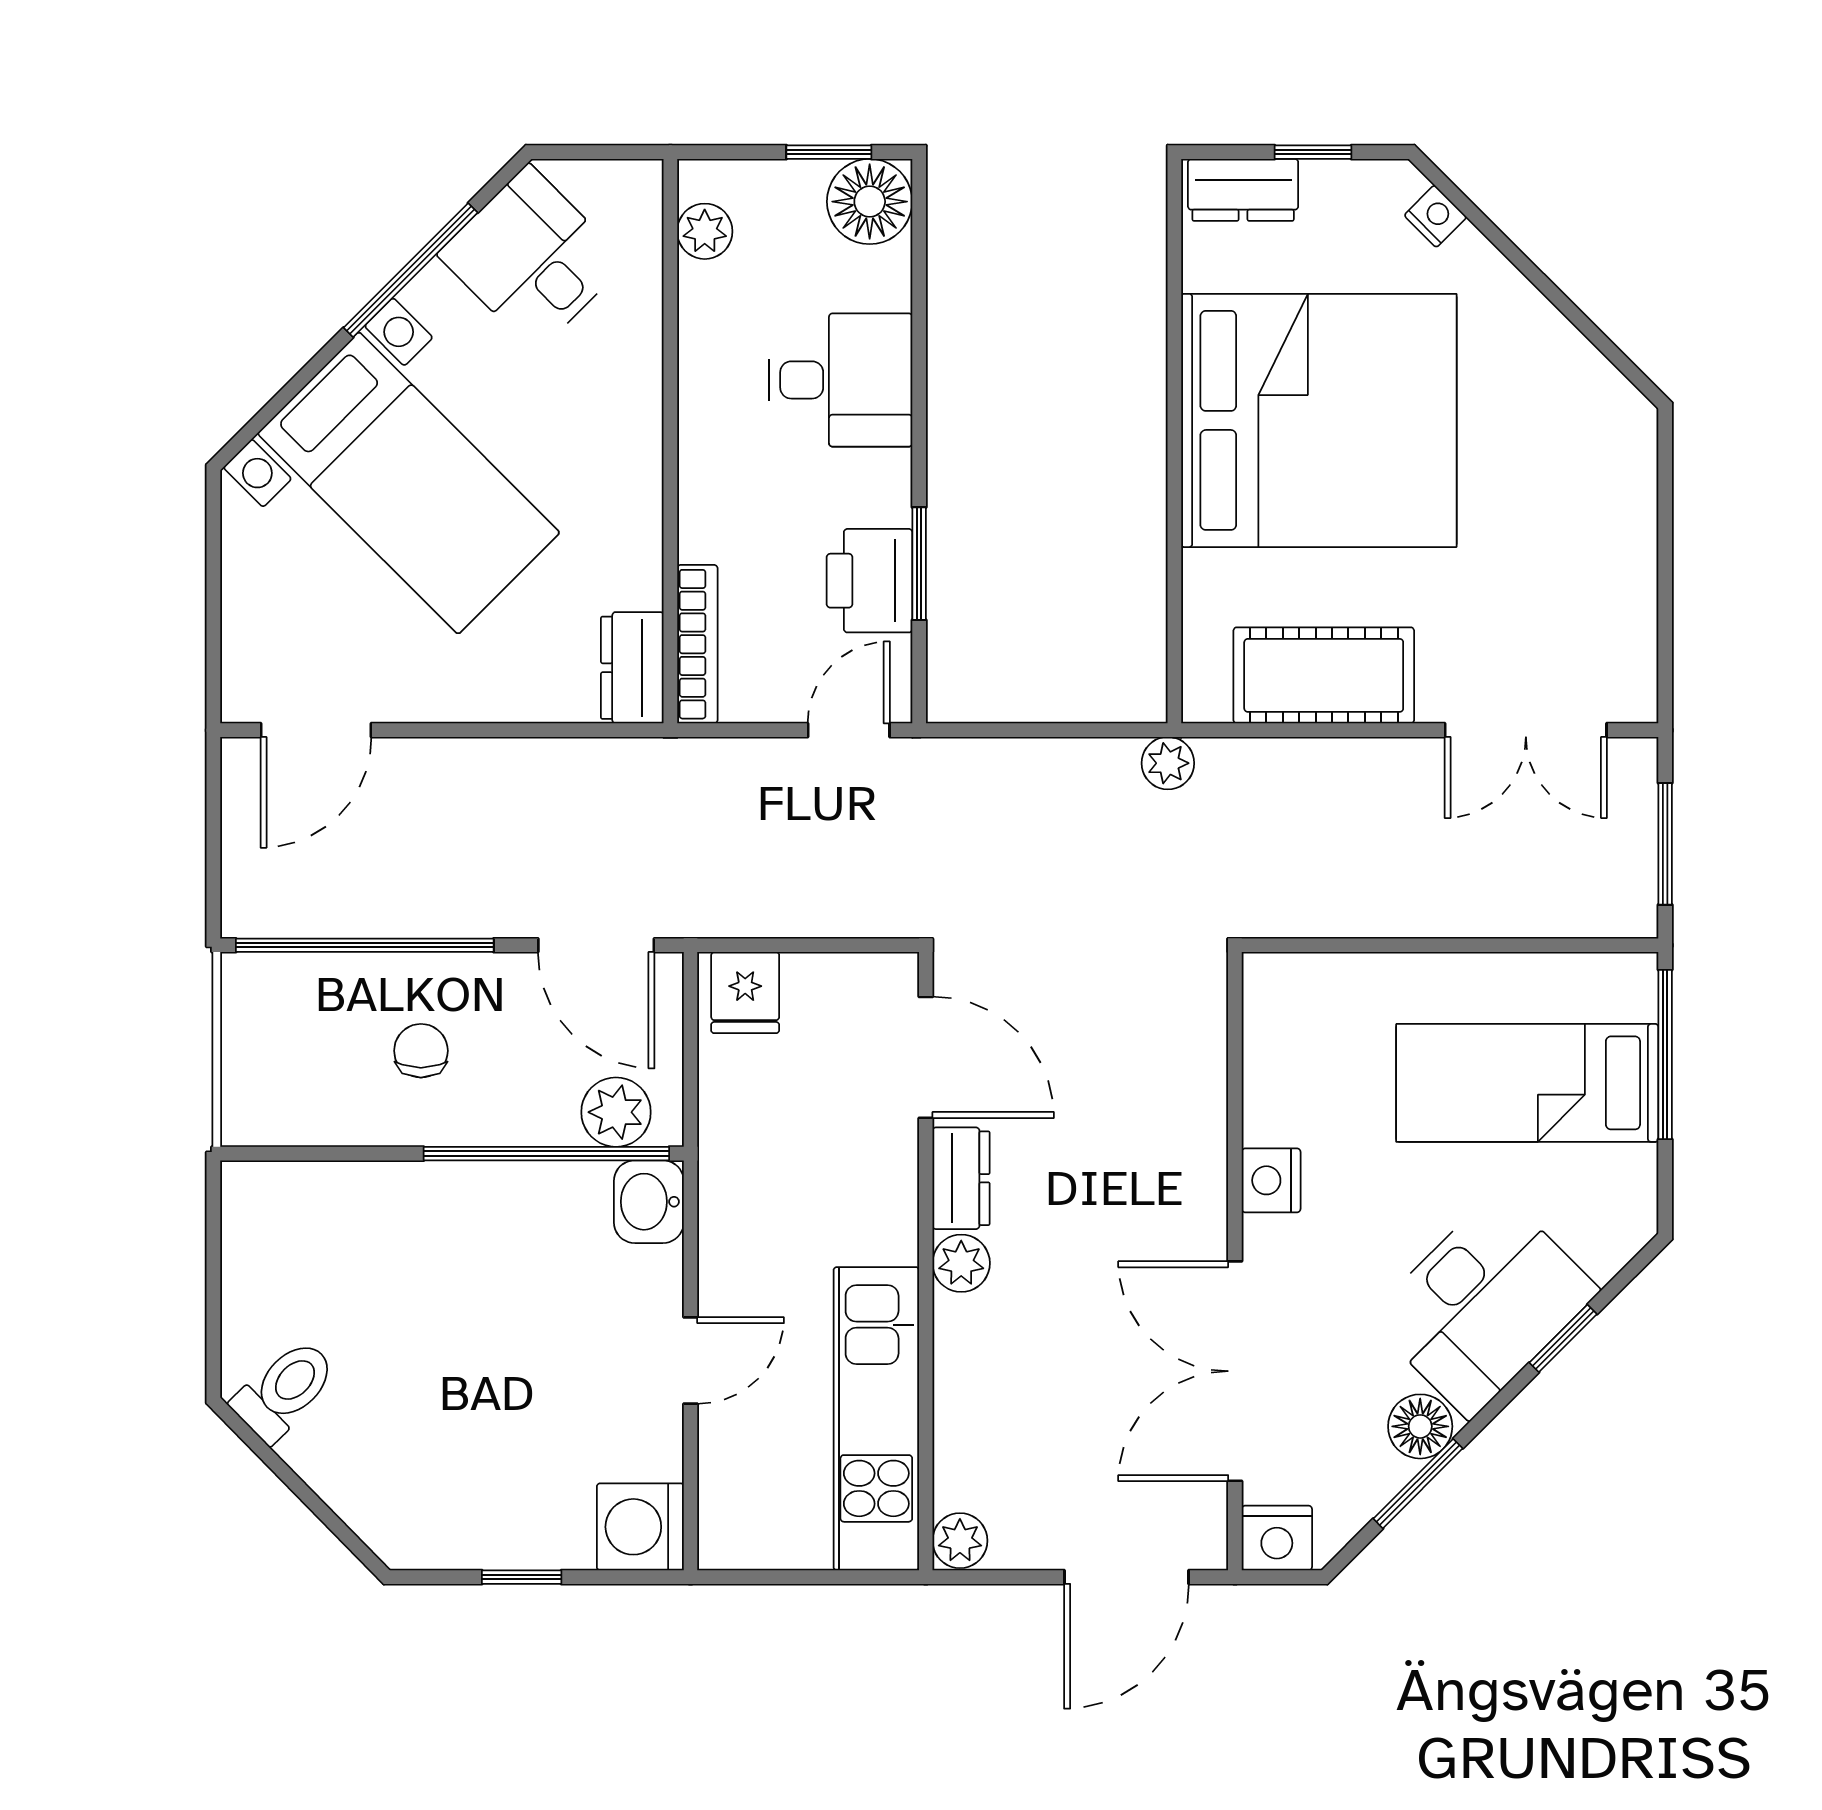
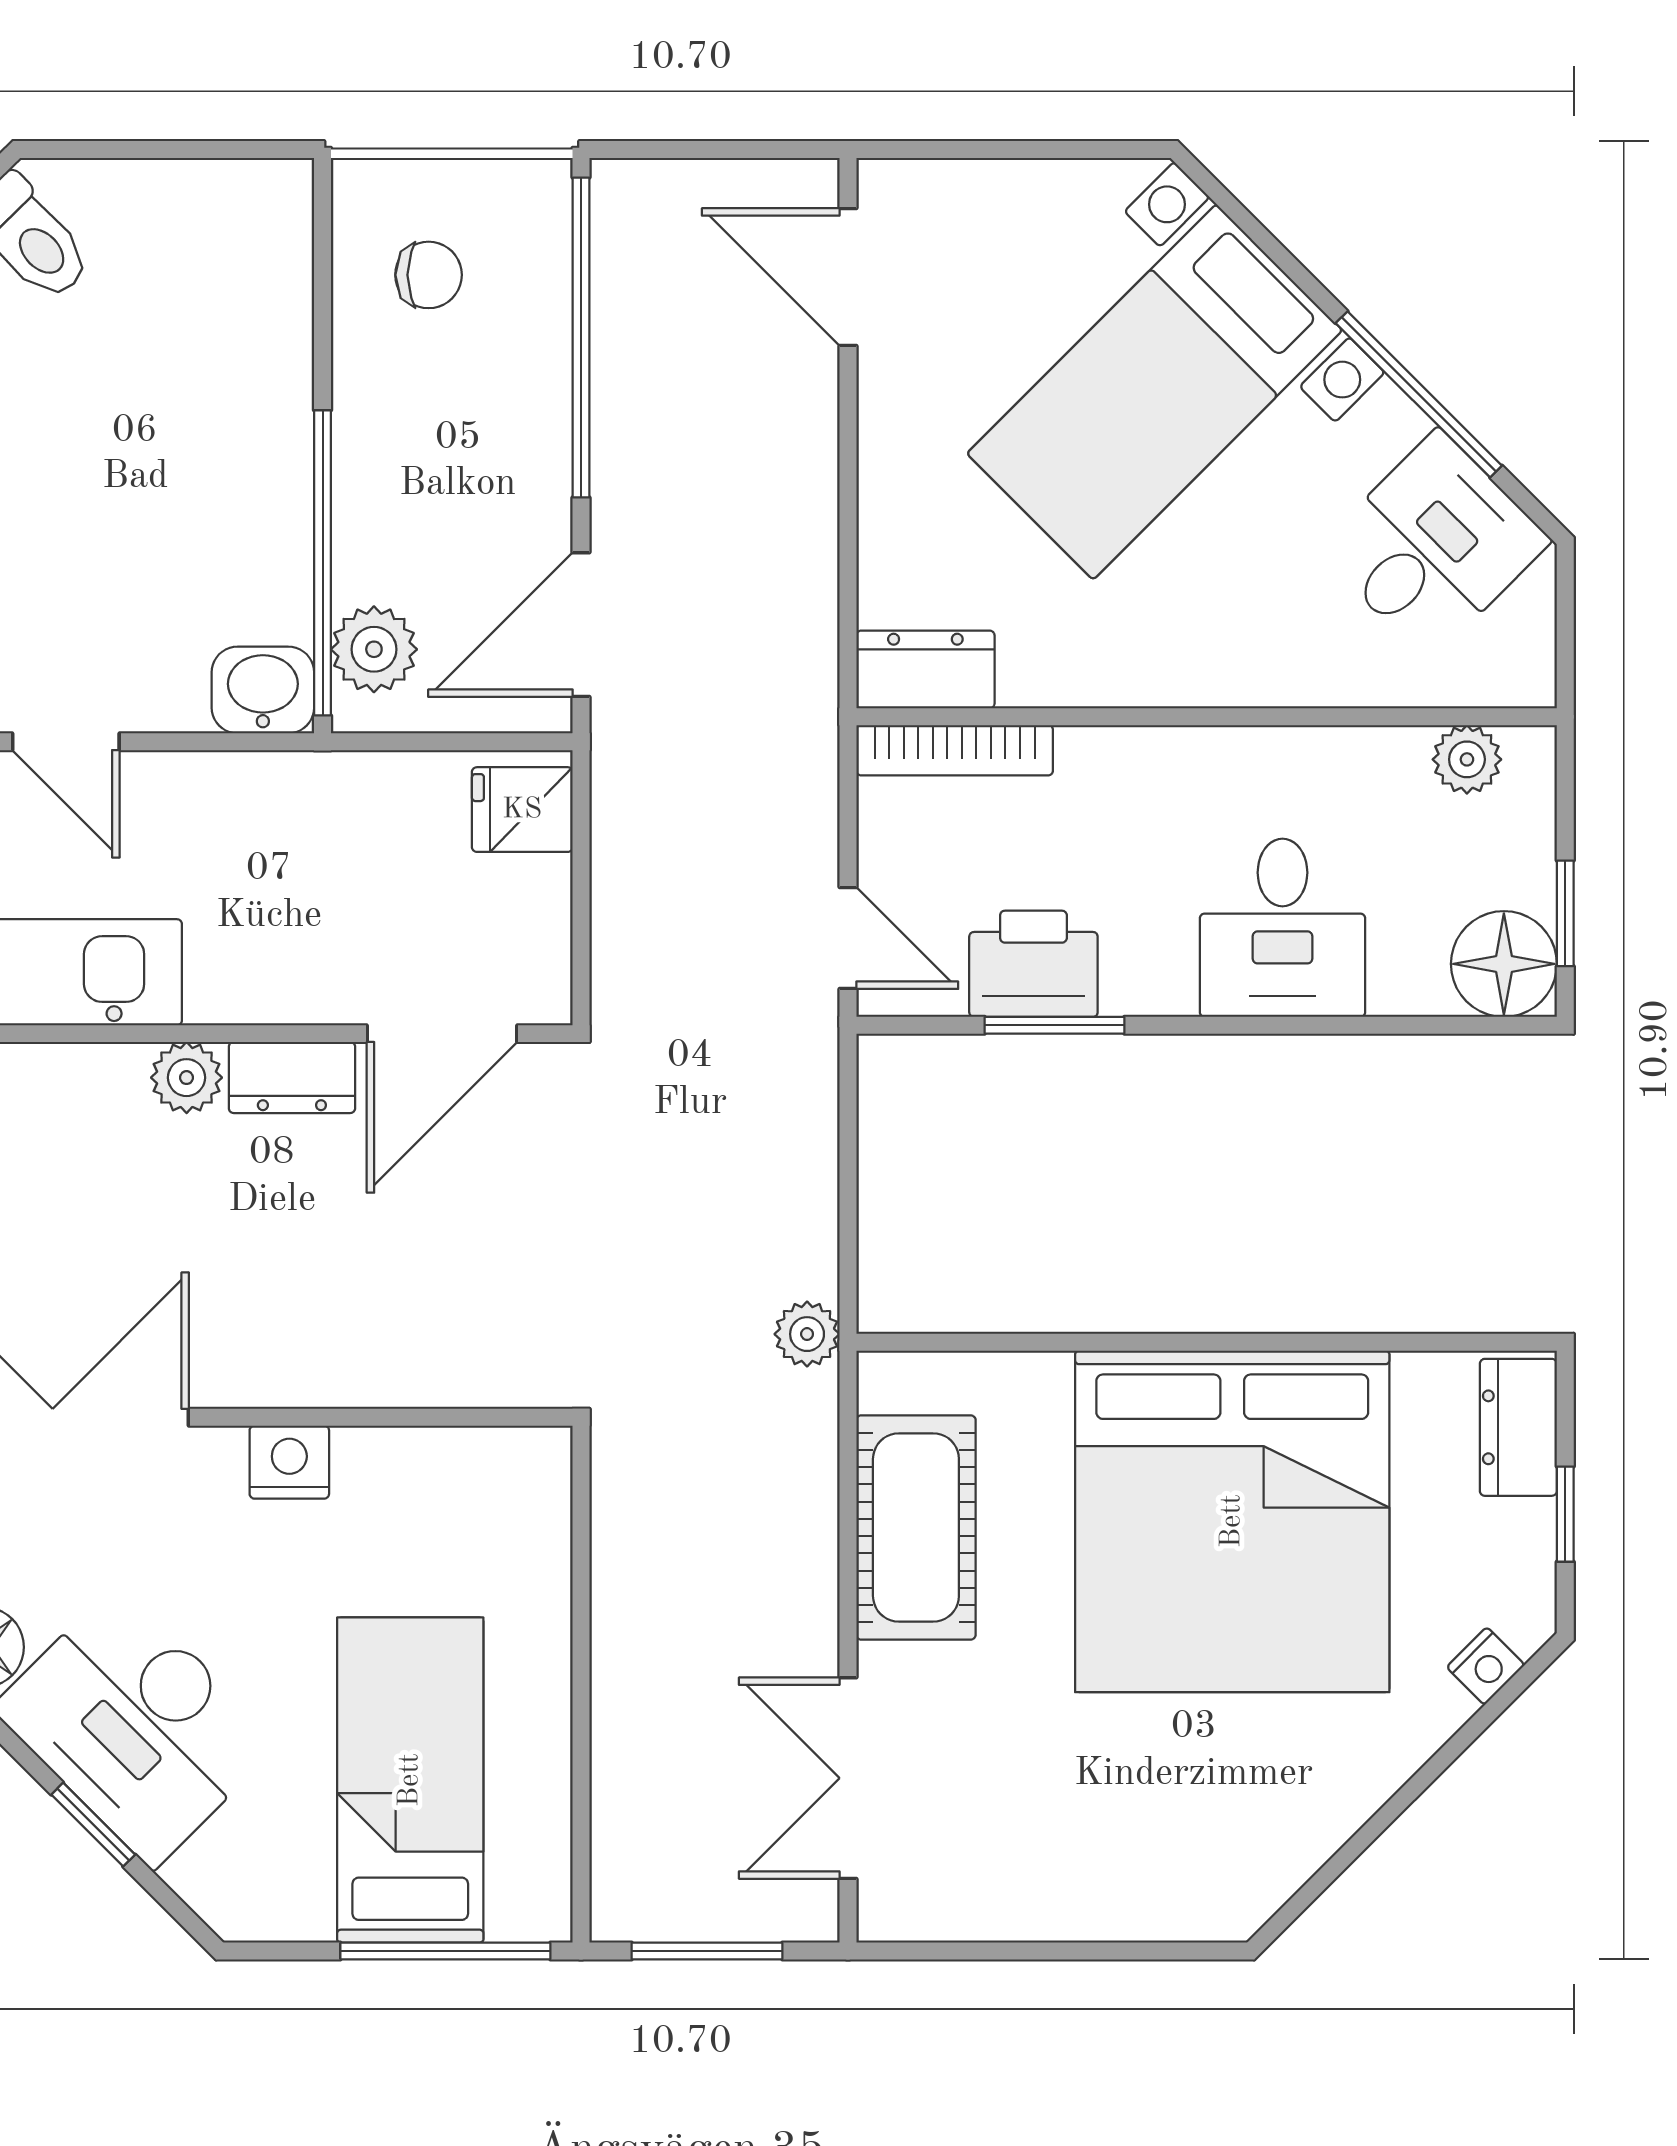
chair: (421, 1051) -> (429, 275), moved

